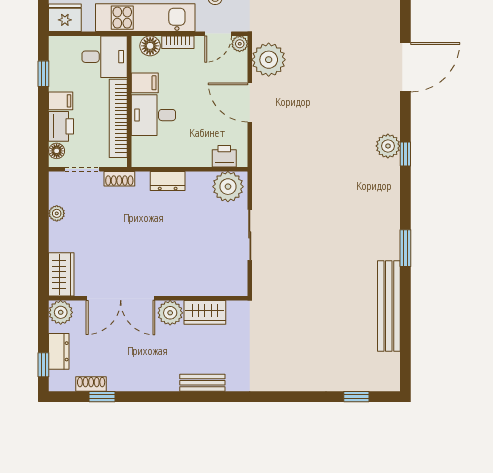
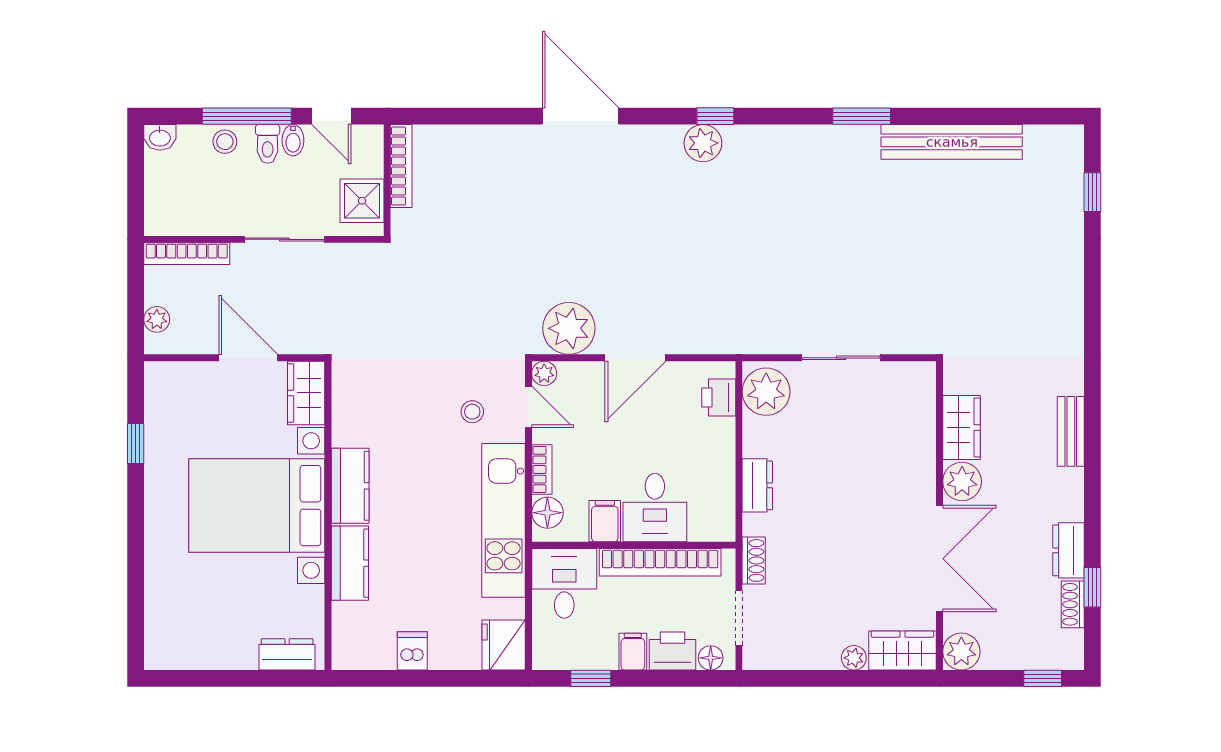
plant: (57, 213) -> (854, 658), moved
dresser: (59, 351) -> (1069, 550), moved, turned -90

